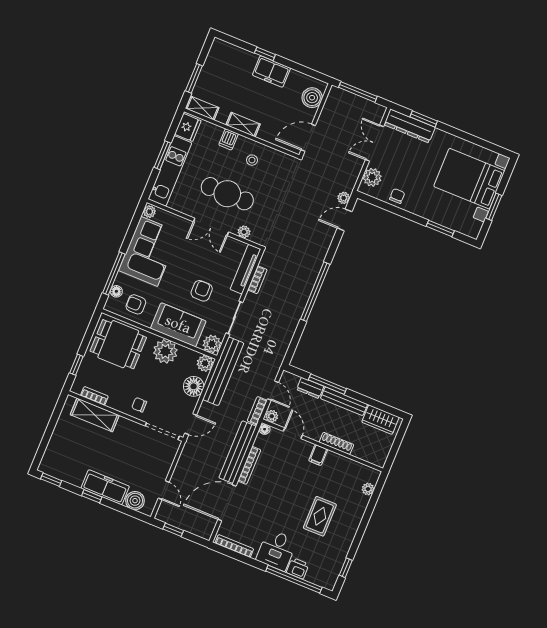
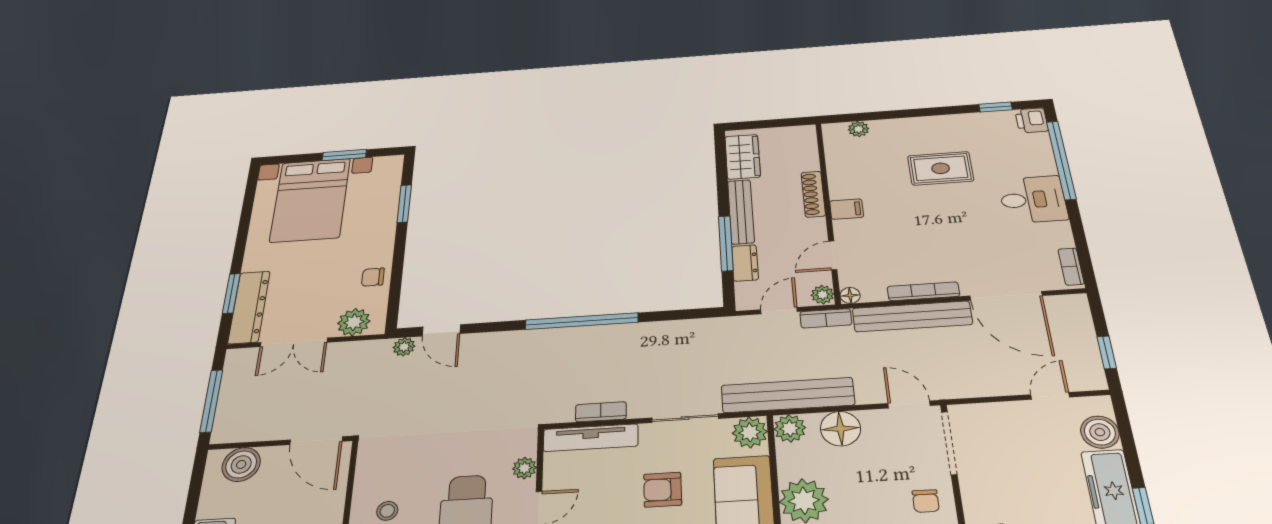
bookcase: (234, 546) -> (1071, 267), width x0.64
printer: (298, 568) -> (1032, 120), moved

